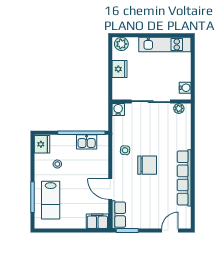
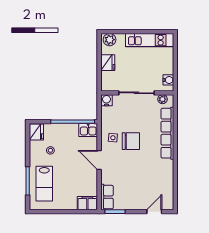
kitchen sink: (87, 142) -> (88, 130), moved
chair: (147, 165) -> (131, 141), moved
row of seats: (184, 178) -> (167, 133), moved
door: (110, 189) -> (99, 160), moved

